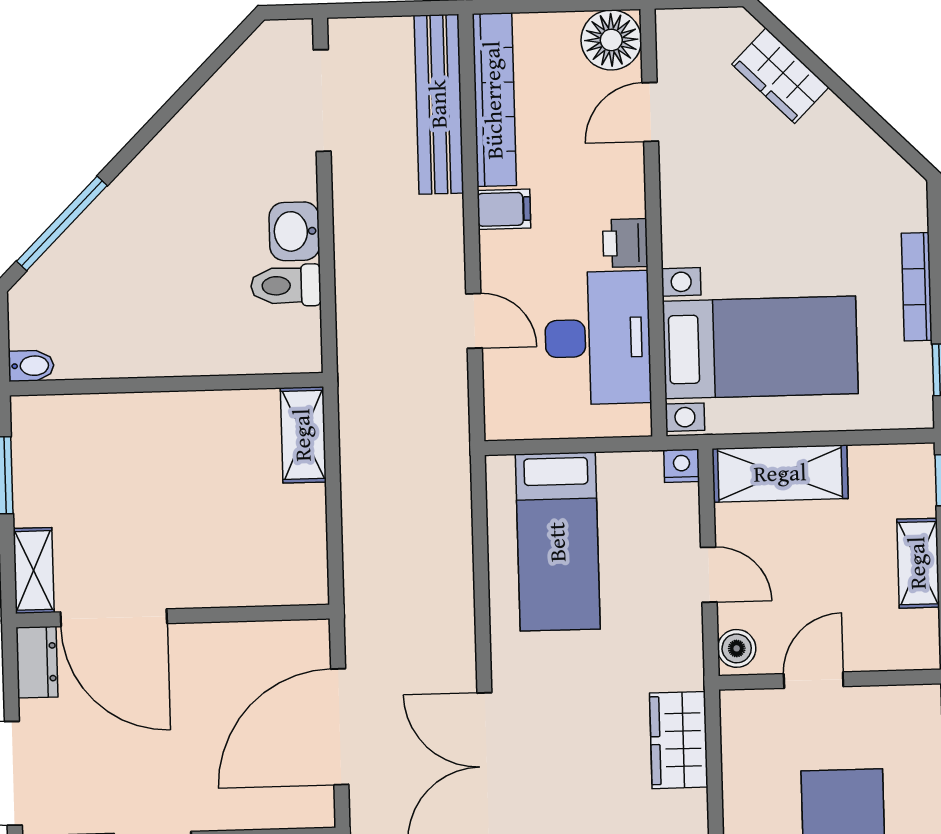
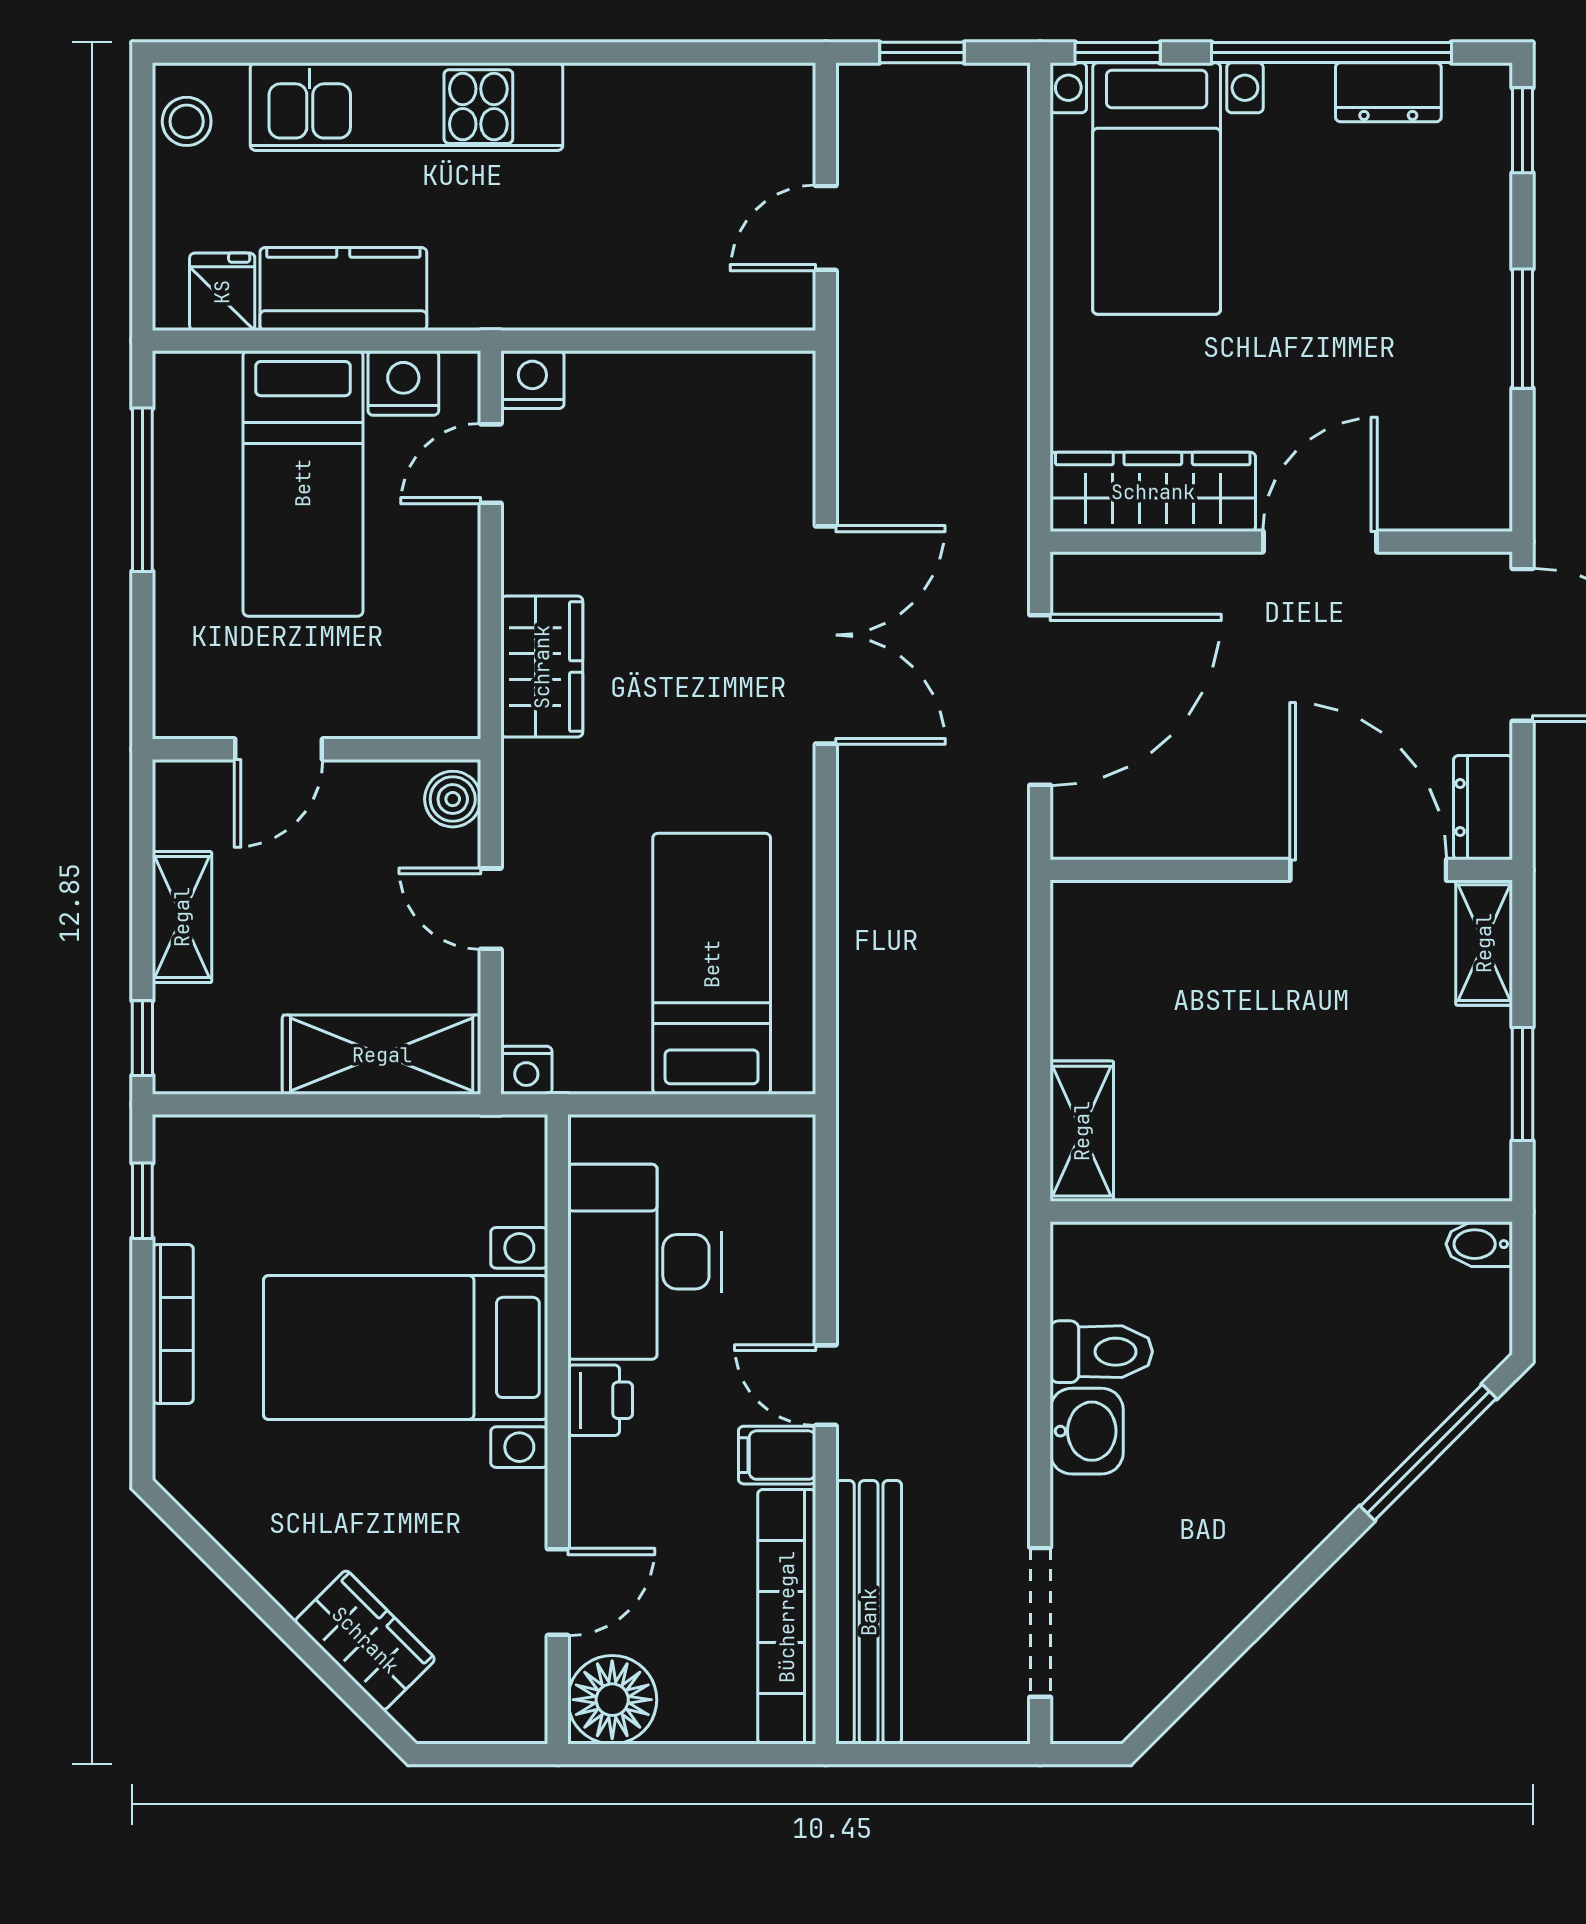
door: (474, 321) -> (826, 1385), moved
bed with nightstands: (760, 347) -> (406, 1347), moved
door: (814, 680) -> (279, 749), moved

